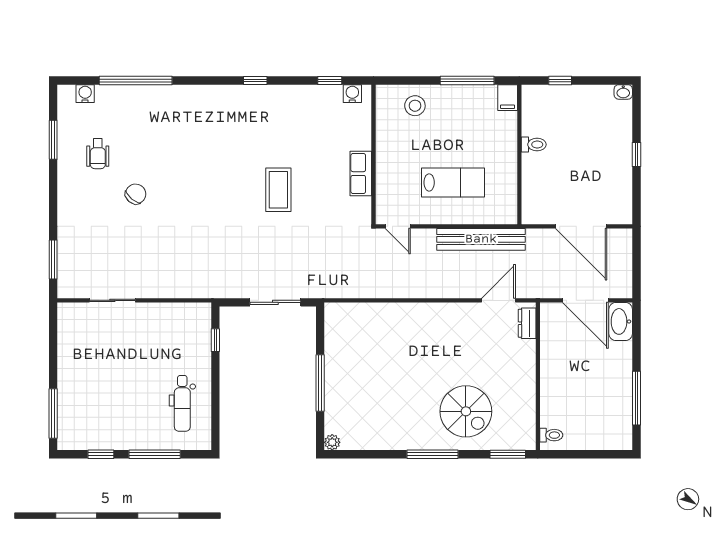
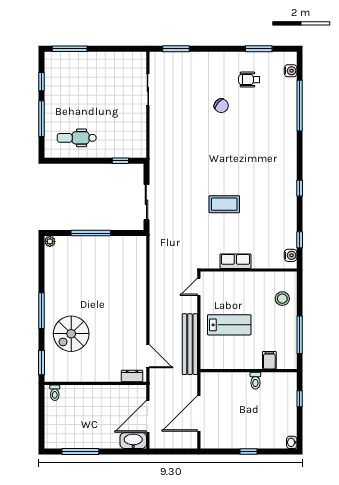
filing cabinet: (508, 98) -> (269, 360), moved, turned 90
lab bench: (453, 182) -> (229, 325), turned -90

